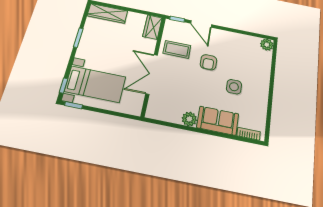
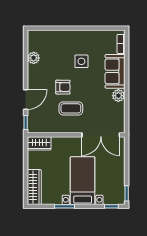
plant: (267, 45) -> (34, 58), moved
coffee table: (177, 49) -> (71, 108), moved, turned 90
double door: (152, 74) -> (101, 135), moved
bed with nightstands: (95, 84) -> (83, 181), moved

